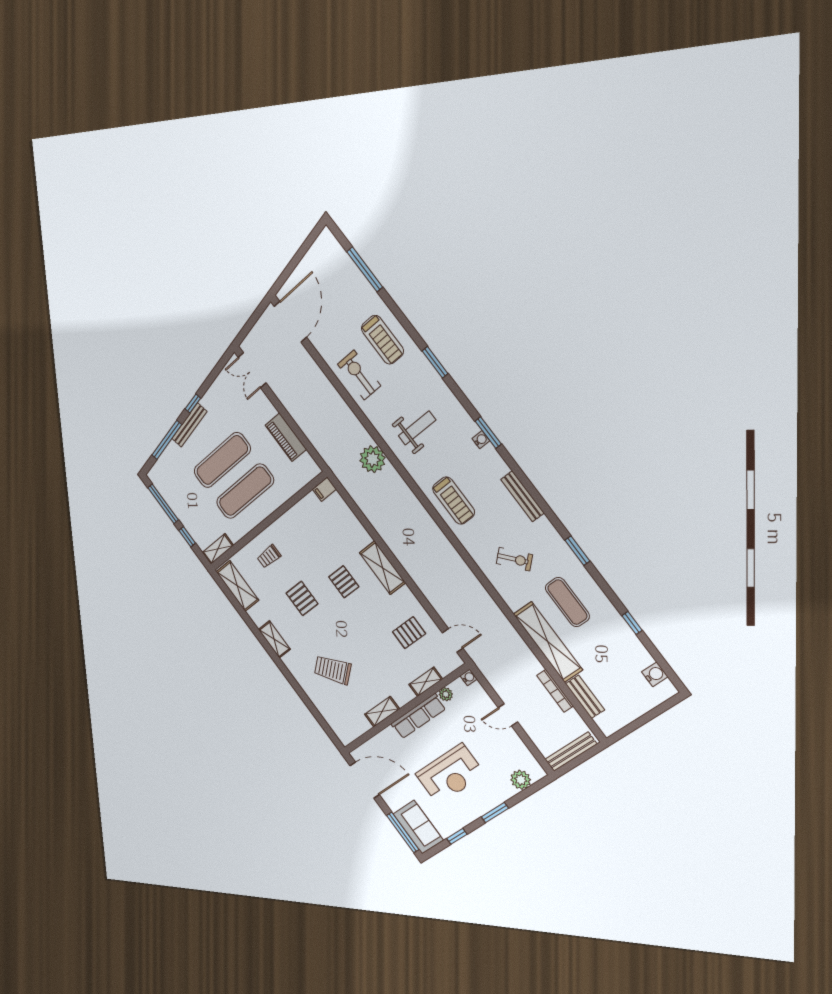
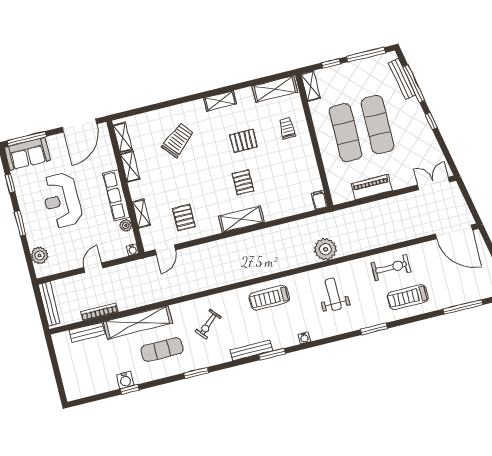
bench: (189, 425) -> (402, 79), moved
weight bench: (417, 428) -> (333, 294), turned 180
window: (488, 433) -> (272, 354), moved
pallet: (344, 582) -> (243, 182), turned 90
water cooler: (655, 674) -> (125, 380), moved
shelving: (356, 730) -> (123, 137), added

